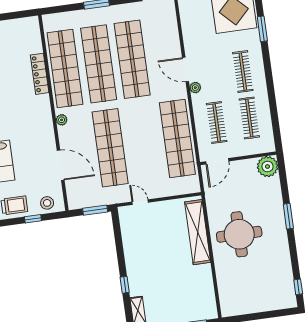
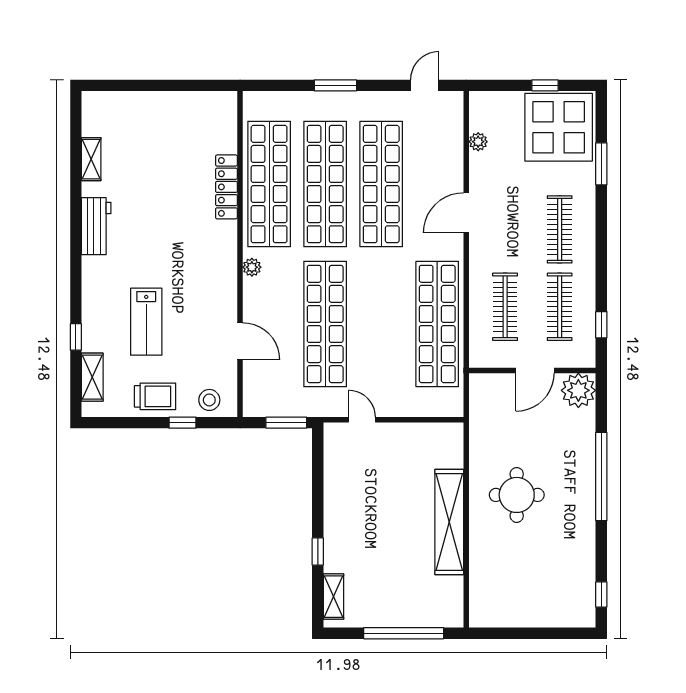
door: (186, 69) -> (466, 213), hinge flipped
plant: (195, 88) -> (478, 142), moved
window: (276, 125) -> (601, 325), added
door: (217, 161) -> (535, 370), moved
door: (61, 165) -> (240, 341), width x0.73
window: (288, 216) -> (601, 477), width x2.11
shelving: (198, 232) -> (449, 522), moved
round table: (239, 234) -> (517, 495), width x0.73, depth x0.73

